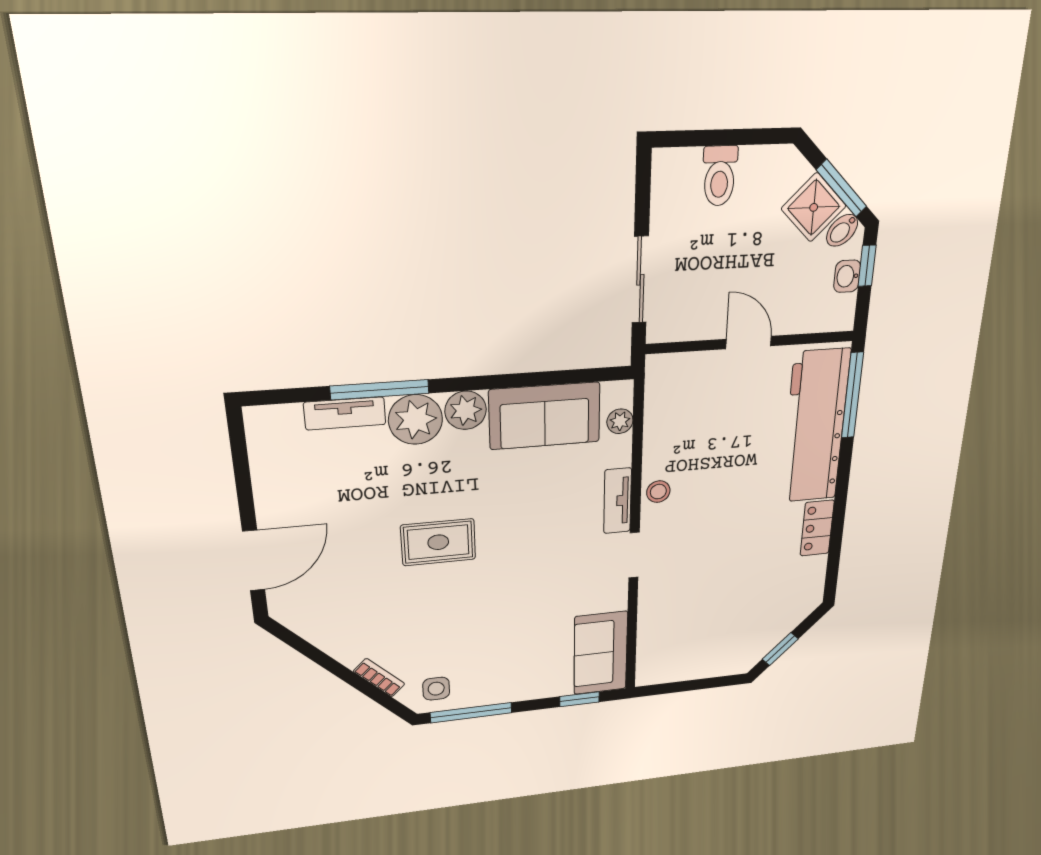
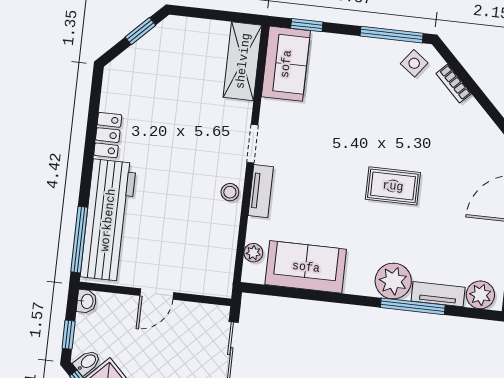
washbasin: (847, 276) -> (87, 301), moved
door: (749, 342) -> (157, 294), hinge flipped
plant: (466, 410) -> (480, 295), moved
shelving: (655, 644) -> (243, 61), added
side table: (436, 689) -> (414, 63), turned 37

